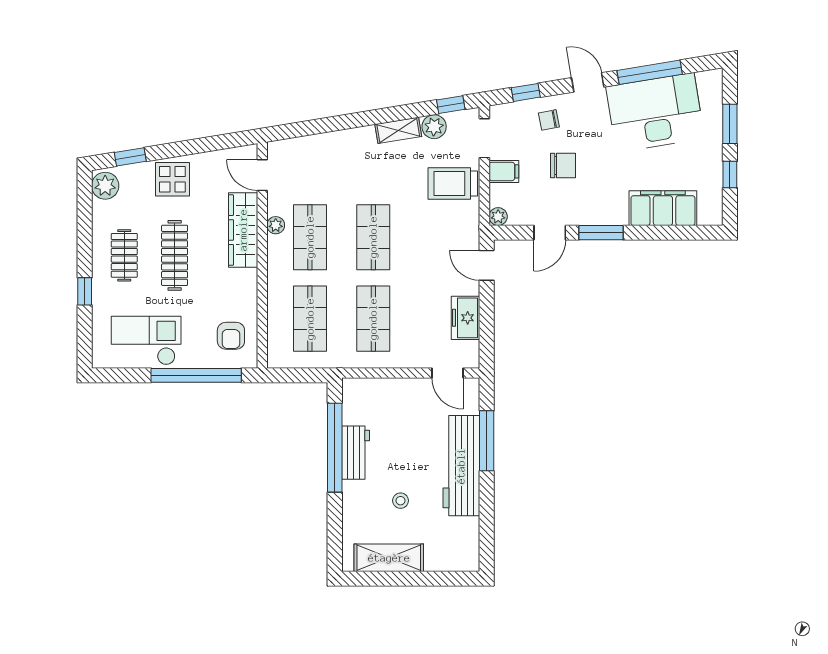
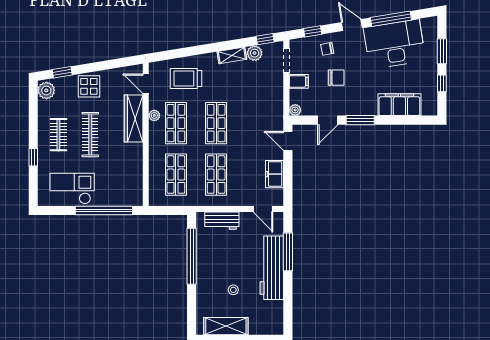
trolley: (453, 183) -> (186, 78), moved
armchair: (231, 336) -> (126, 185), removed
workbench: (356, 453) -> (222, 221), moved, turned 90

